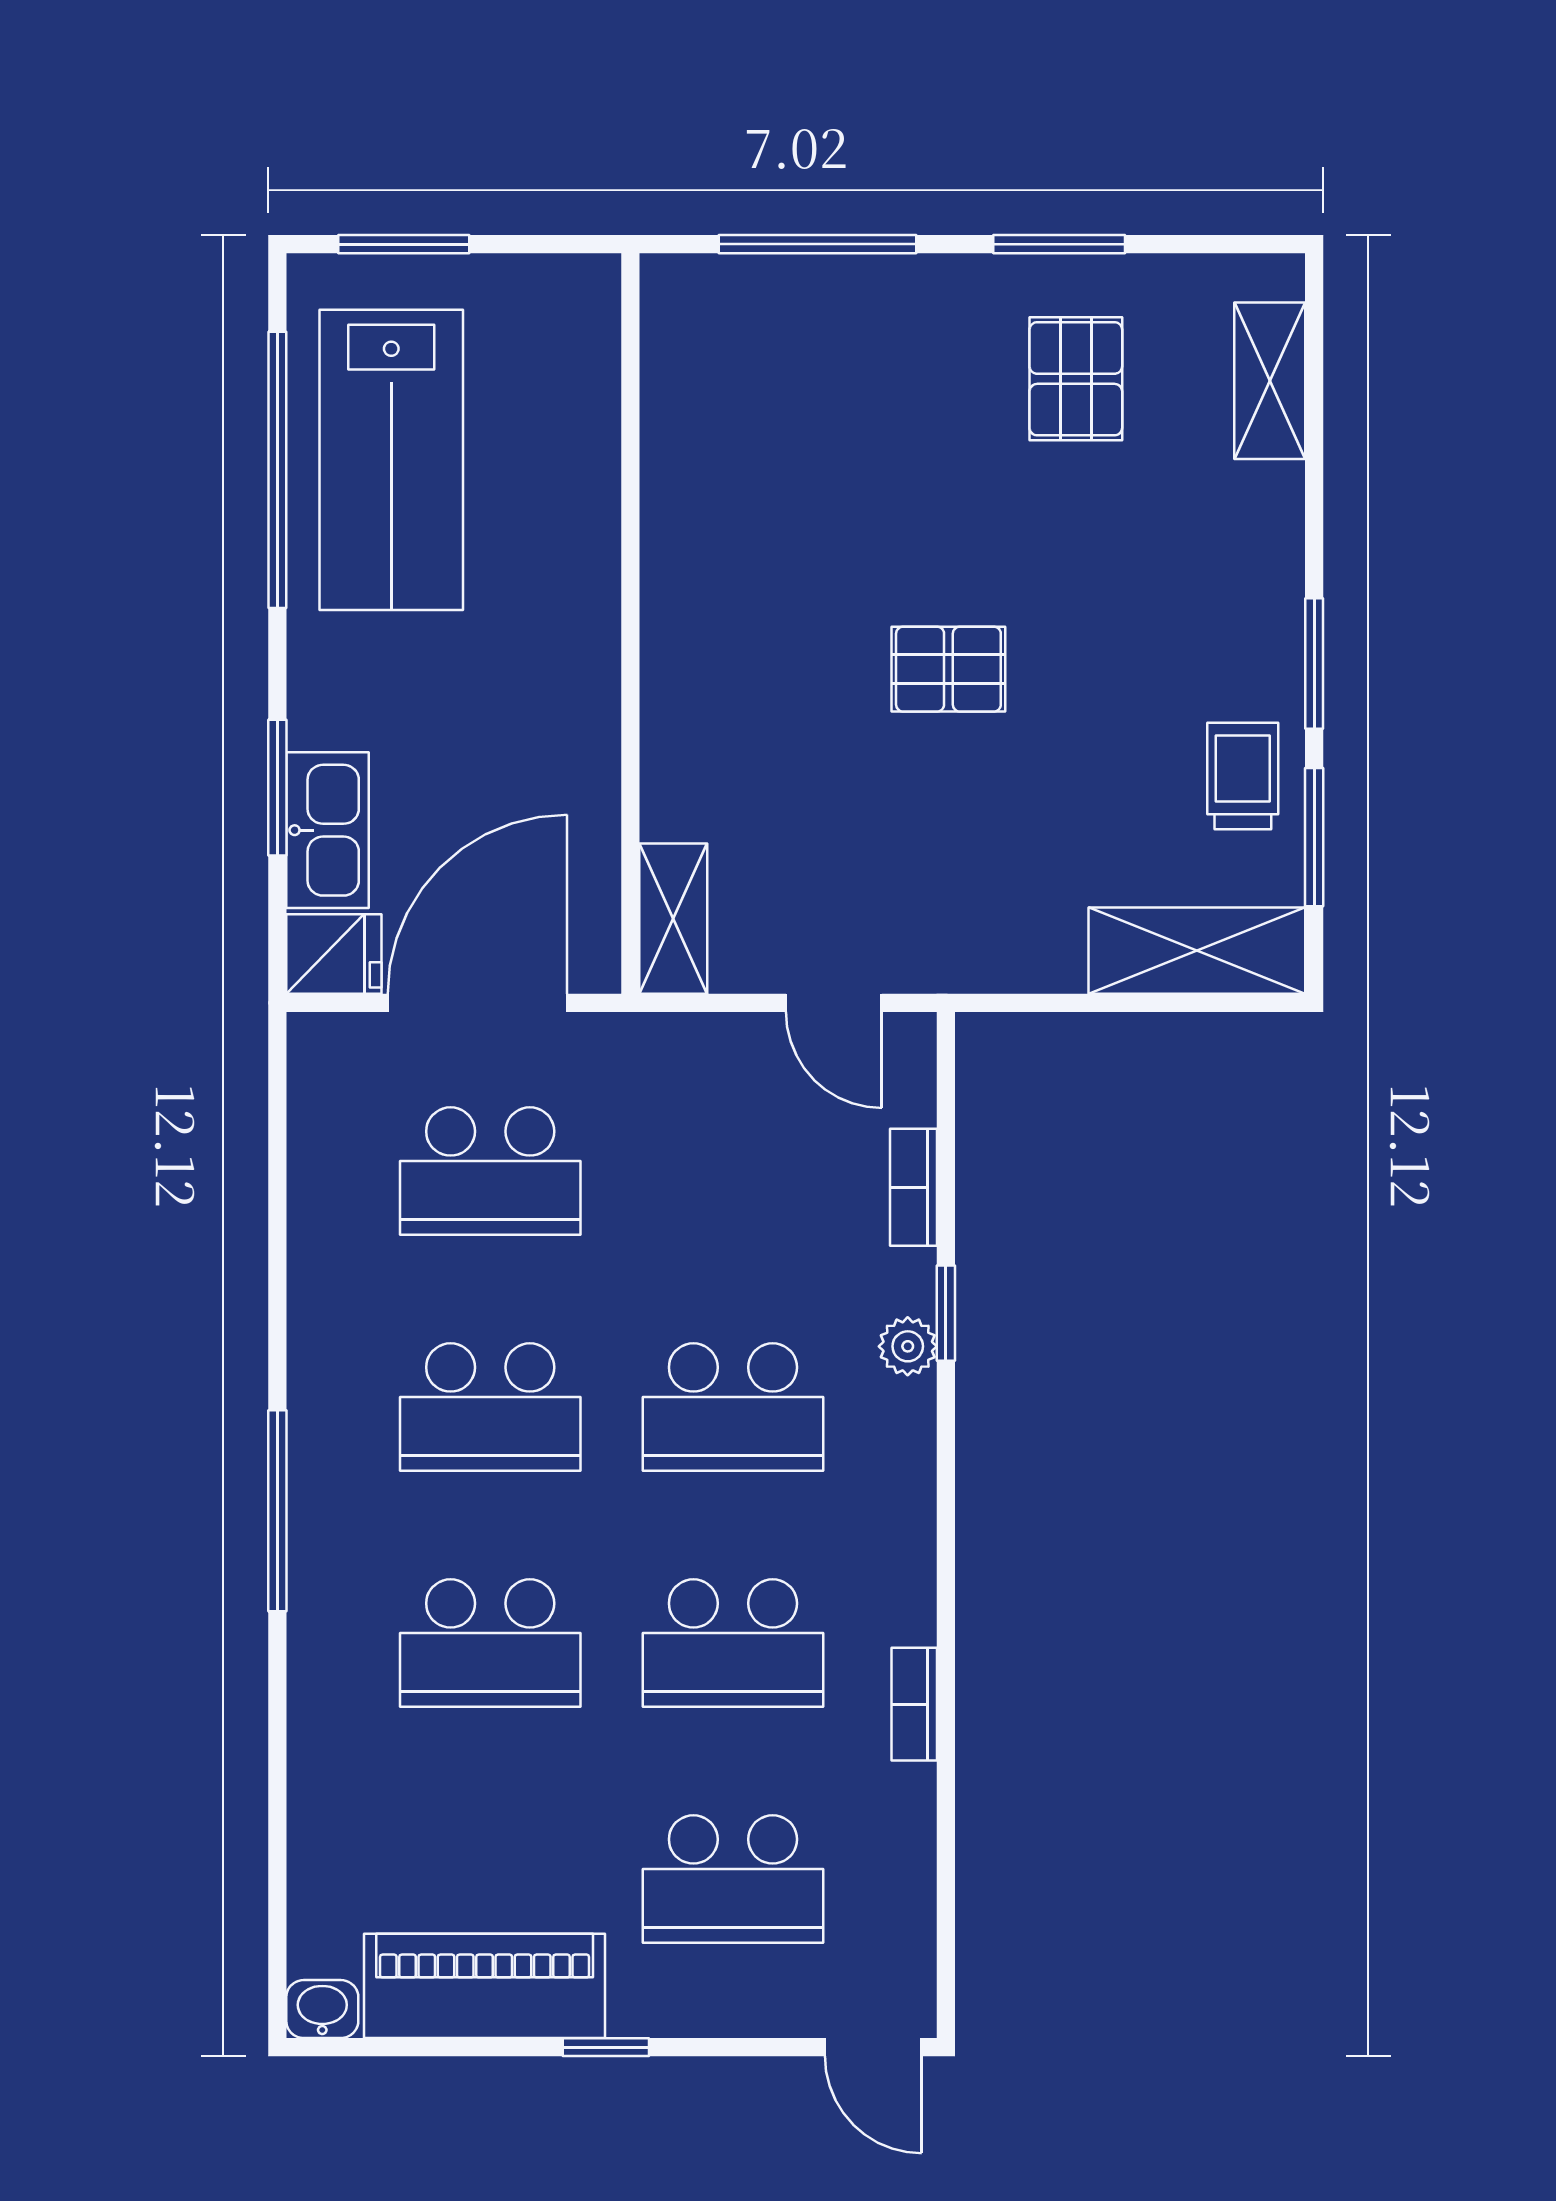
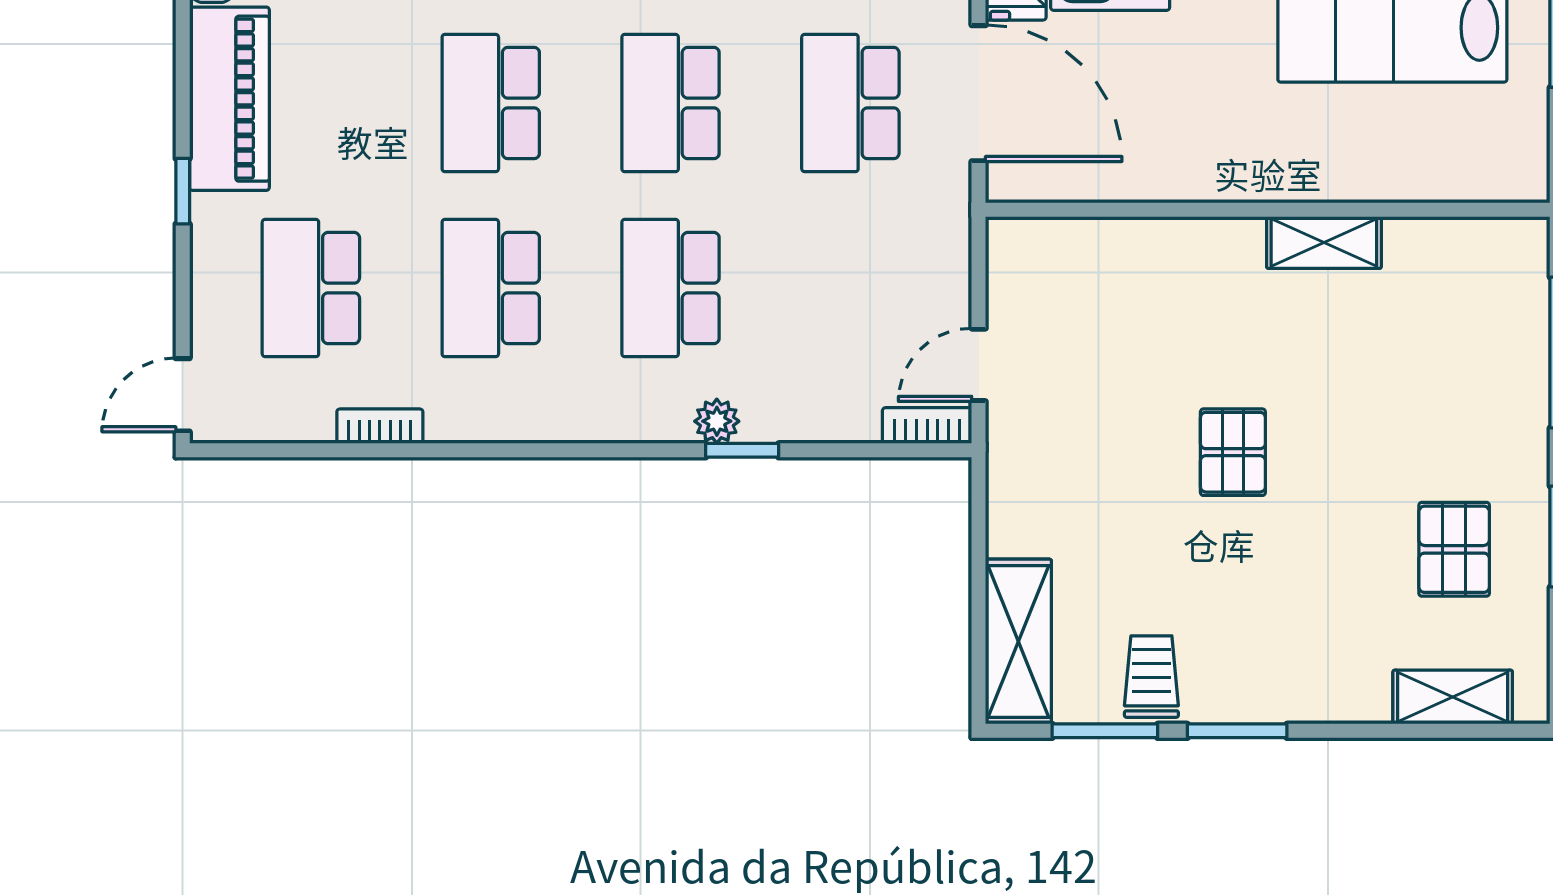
pallet: (1076, 379) -> (1454, 549), turned 90
trolley: (1243, 776) -> (1151, 677), turned -90
shelving: (673, 919) -> (1324, 242), moved
bookcase: (913, 1187) -> (927, 426), moved
bookcase: (914, 1704) -> (380, 426), moved

